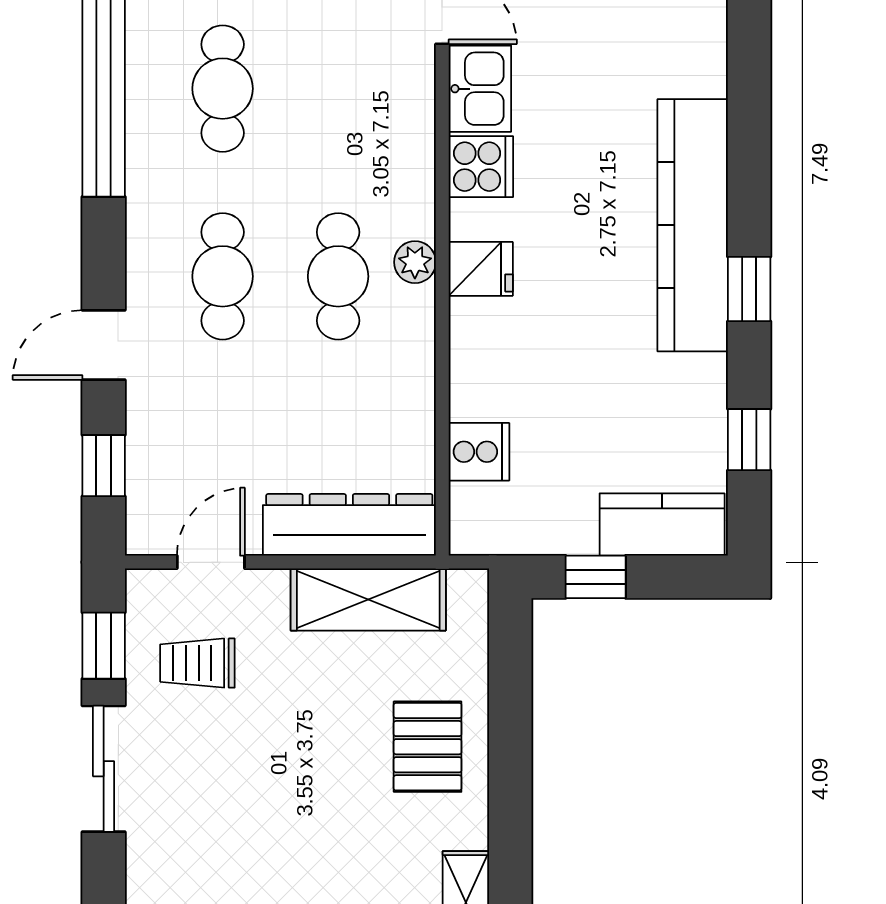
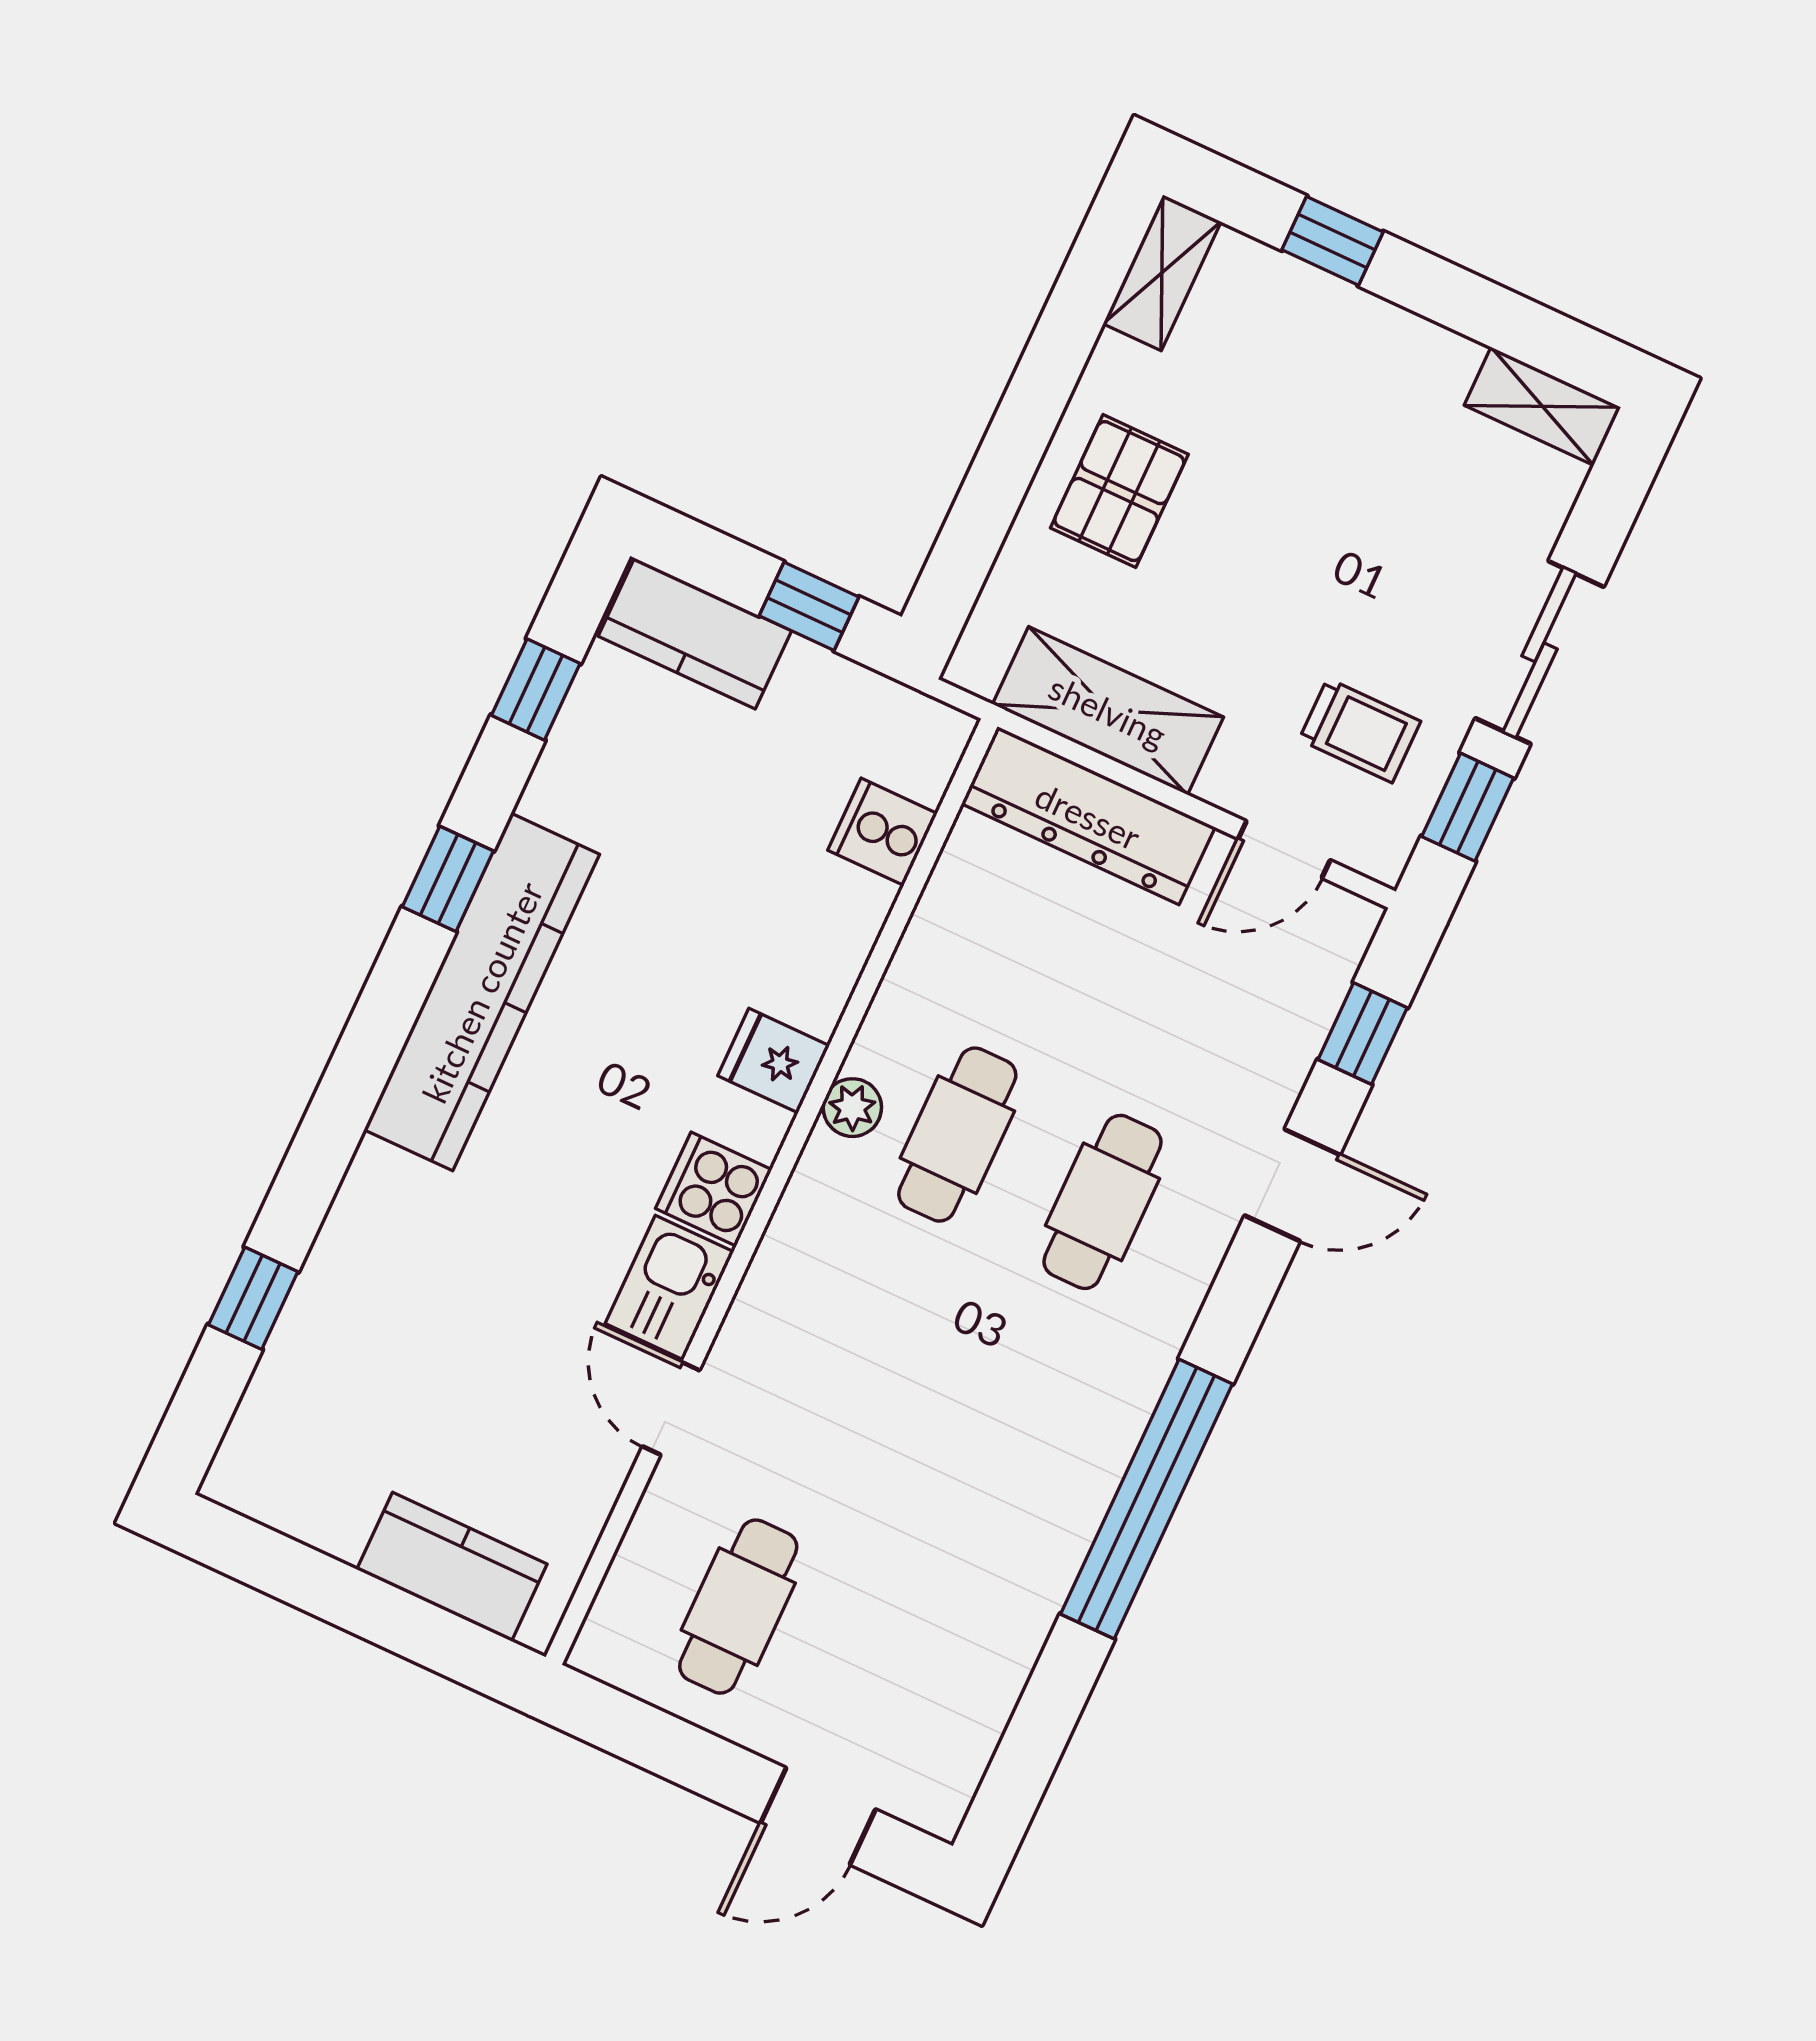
cafe table: (223, 89) -> (993, 1438), removed

